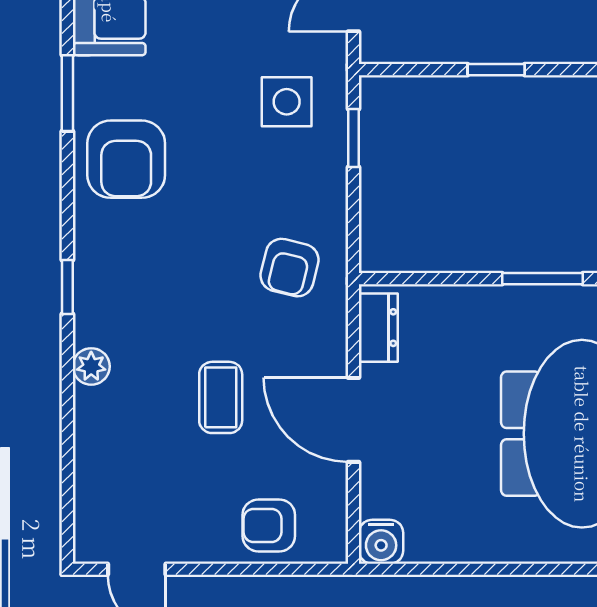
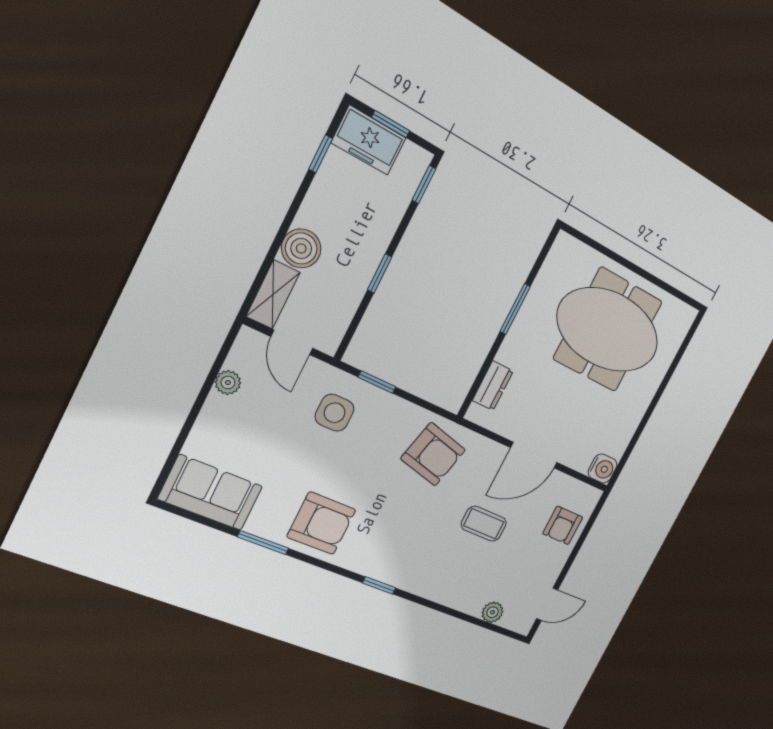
armchair: (290, 268) -> (433, 454), width x1.38, depth x1.38
dresser: (378, 328) -> (493, 386), moved, turned 90
plant: (91, 366) -> (493, 612), moved

